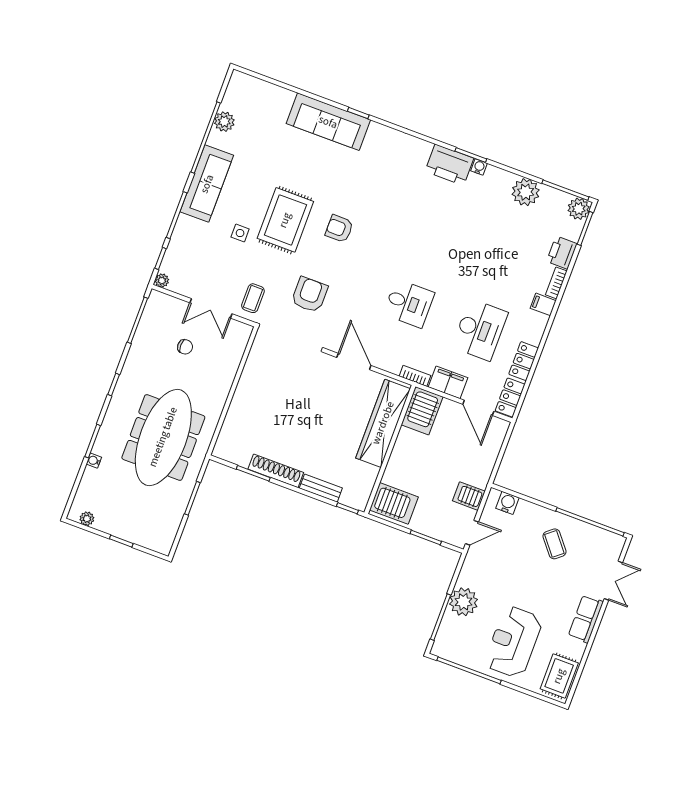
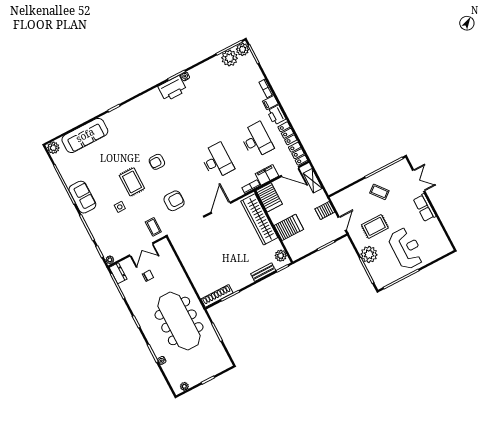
plant: (224, 122) -> (53, 148), moved
sofa: (328, 122) -> (85, 135), moved
sofa: (207, 184) -> (82, 197), width x0.73
plant: (526, 192) -> (230, 58), moved
rug: (285, 220) -> (132, 182), width x0.73, depth x0.70
printer: (562, 253) -> (276, 115), moved
armchair: (309, 295) -> (174, 201), turned 90
desk: (409, 303) -> (217, 161), width x1.37
dresser: (154, 306) -> (118, 273), added
door: (354, 362) -> (221, 208), hinge flipped
shelving: (493, 447) -> (313, 181), added
shoe rack: (276, 471) -> (217, 296), moved
plant: (362, 492) -> (281, 256), added
server rack: (394, 503) -> (289, 227), moved
water cooler: (507, 503) -> (343, 196), removed
reception desk: (513, 642) -> (406, 248), turned 180
rug: (559, 676) -> (375, 226), moved, turned 90

